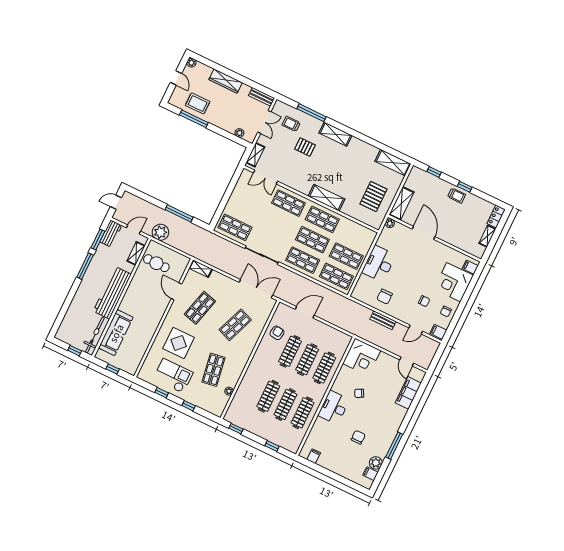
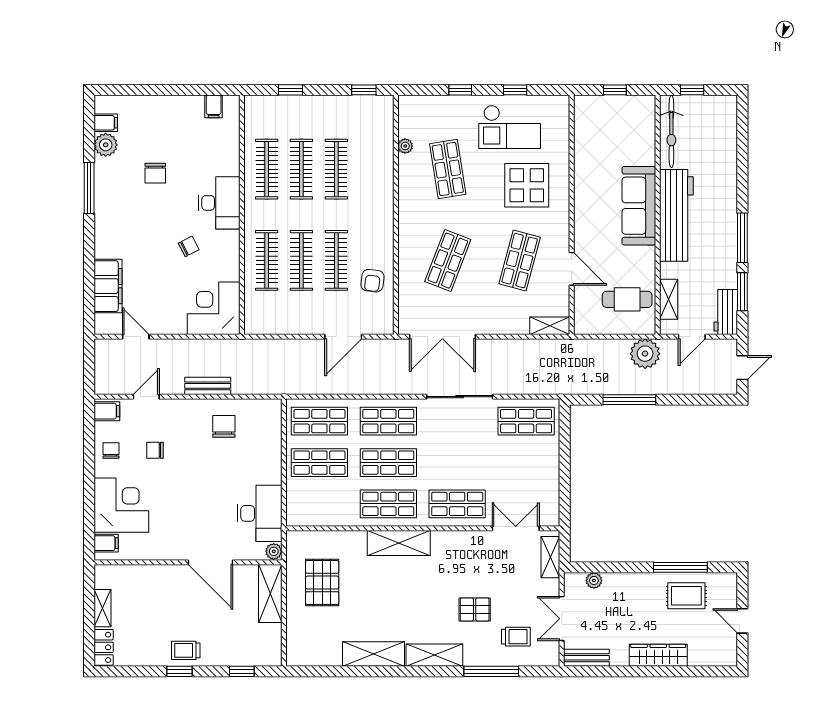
plant: (191, 63) -> (729, 658), removed
shelving: (393, 163) -> (374, 654), moved
desk: (379, 264) -> (260, 513), moved
sofa: (116, 333) -> (639, 206), moved

